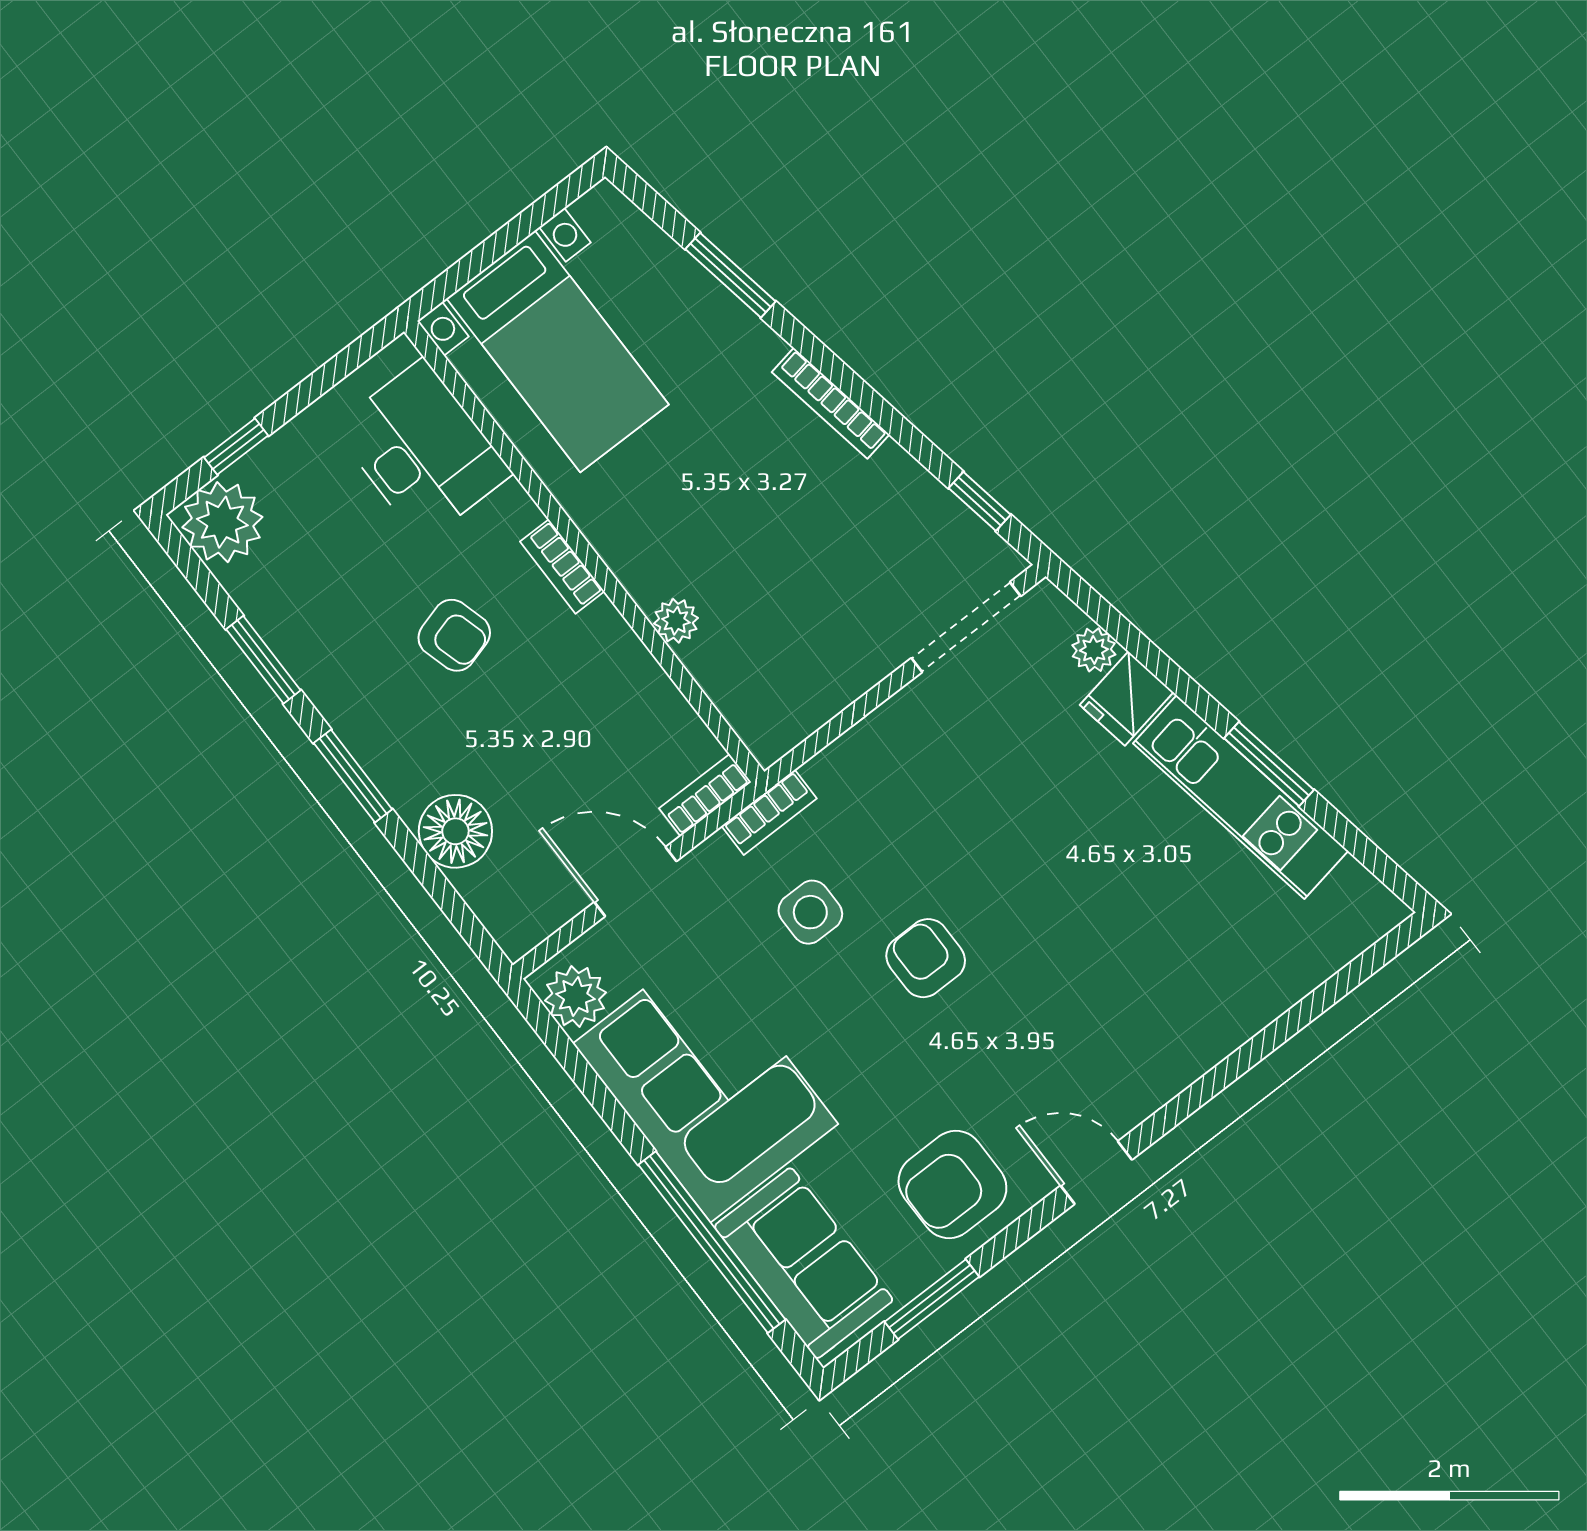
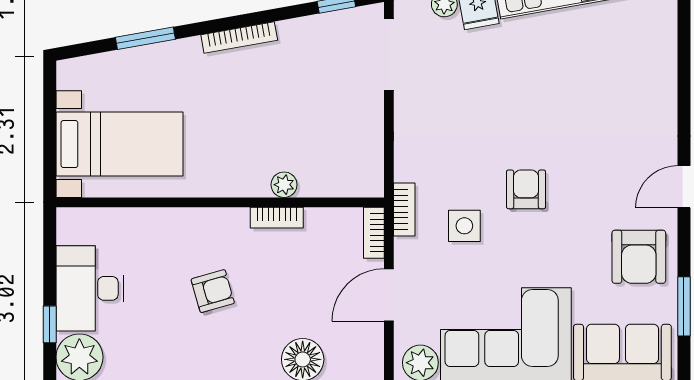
desk: (422, 451) -> (90, 288), moved, turned -90
bookcase: (562, 566) -> (277, 218), moved
armchair: (926, 958) -> (526, 189), turned 90

